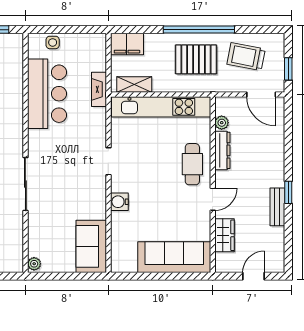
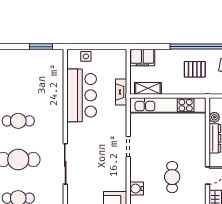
pallet: (196, 59) -> (195, 69), width x0.67, depth x0.71
cafe table: (192, 164) -> (172, 177), moved
water cooler: (119, 202) -> (137, 189), moved

